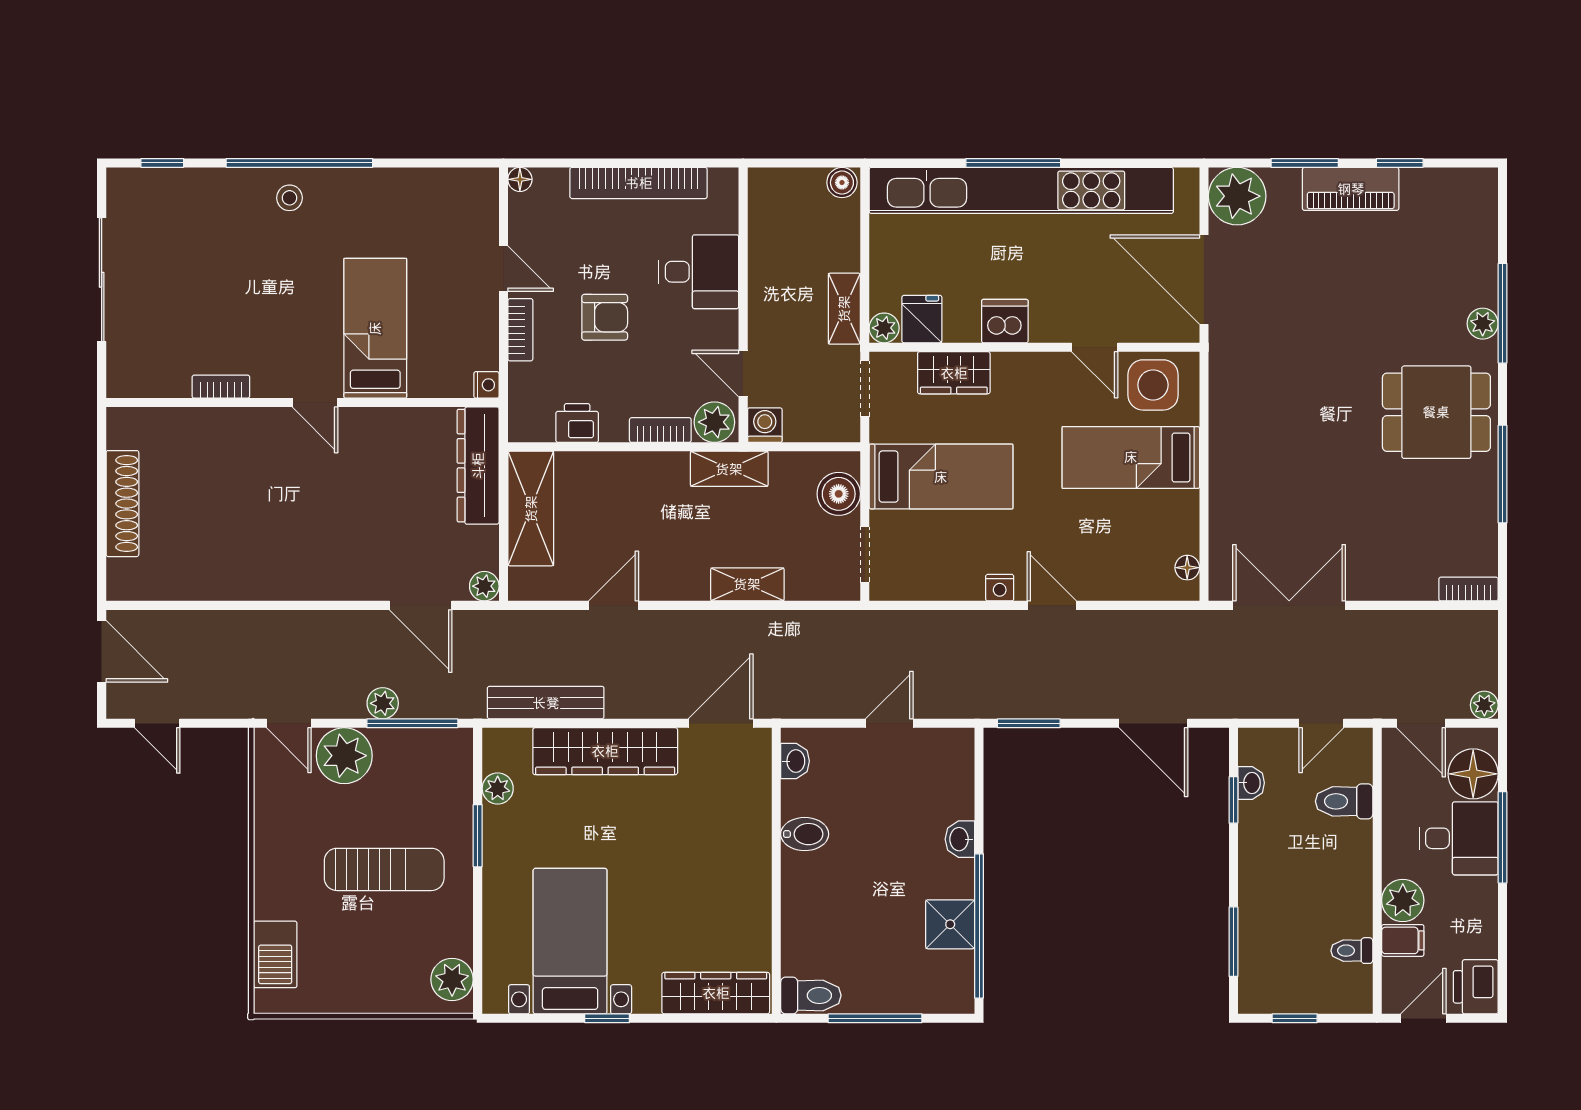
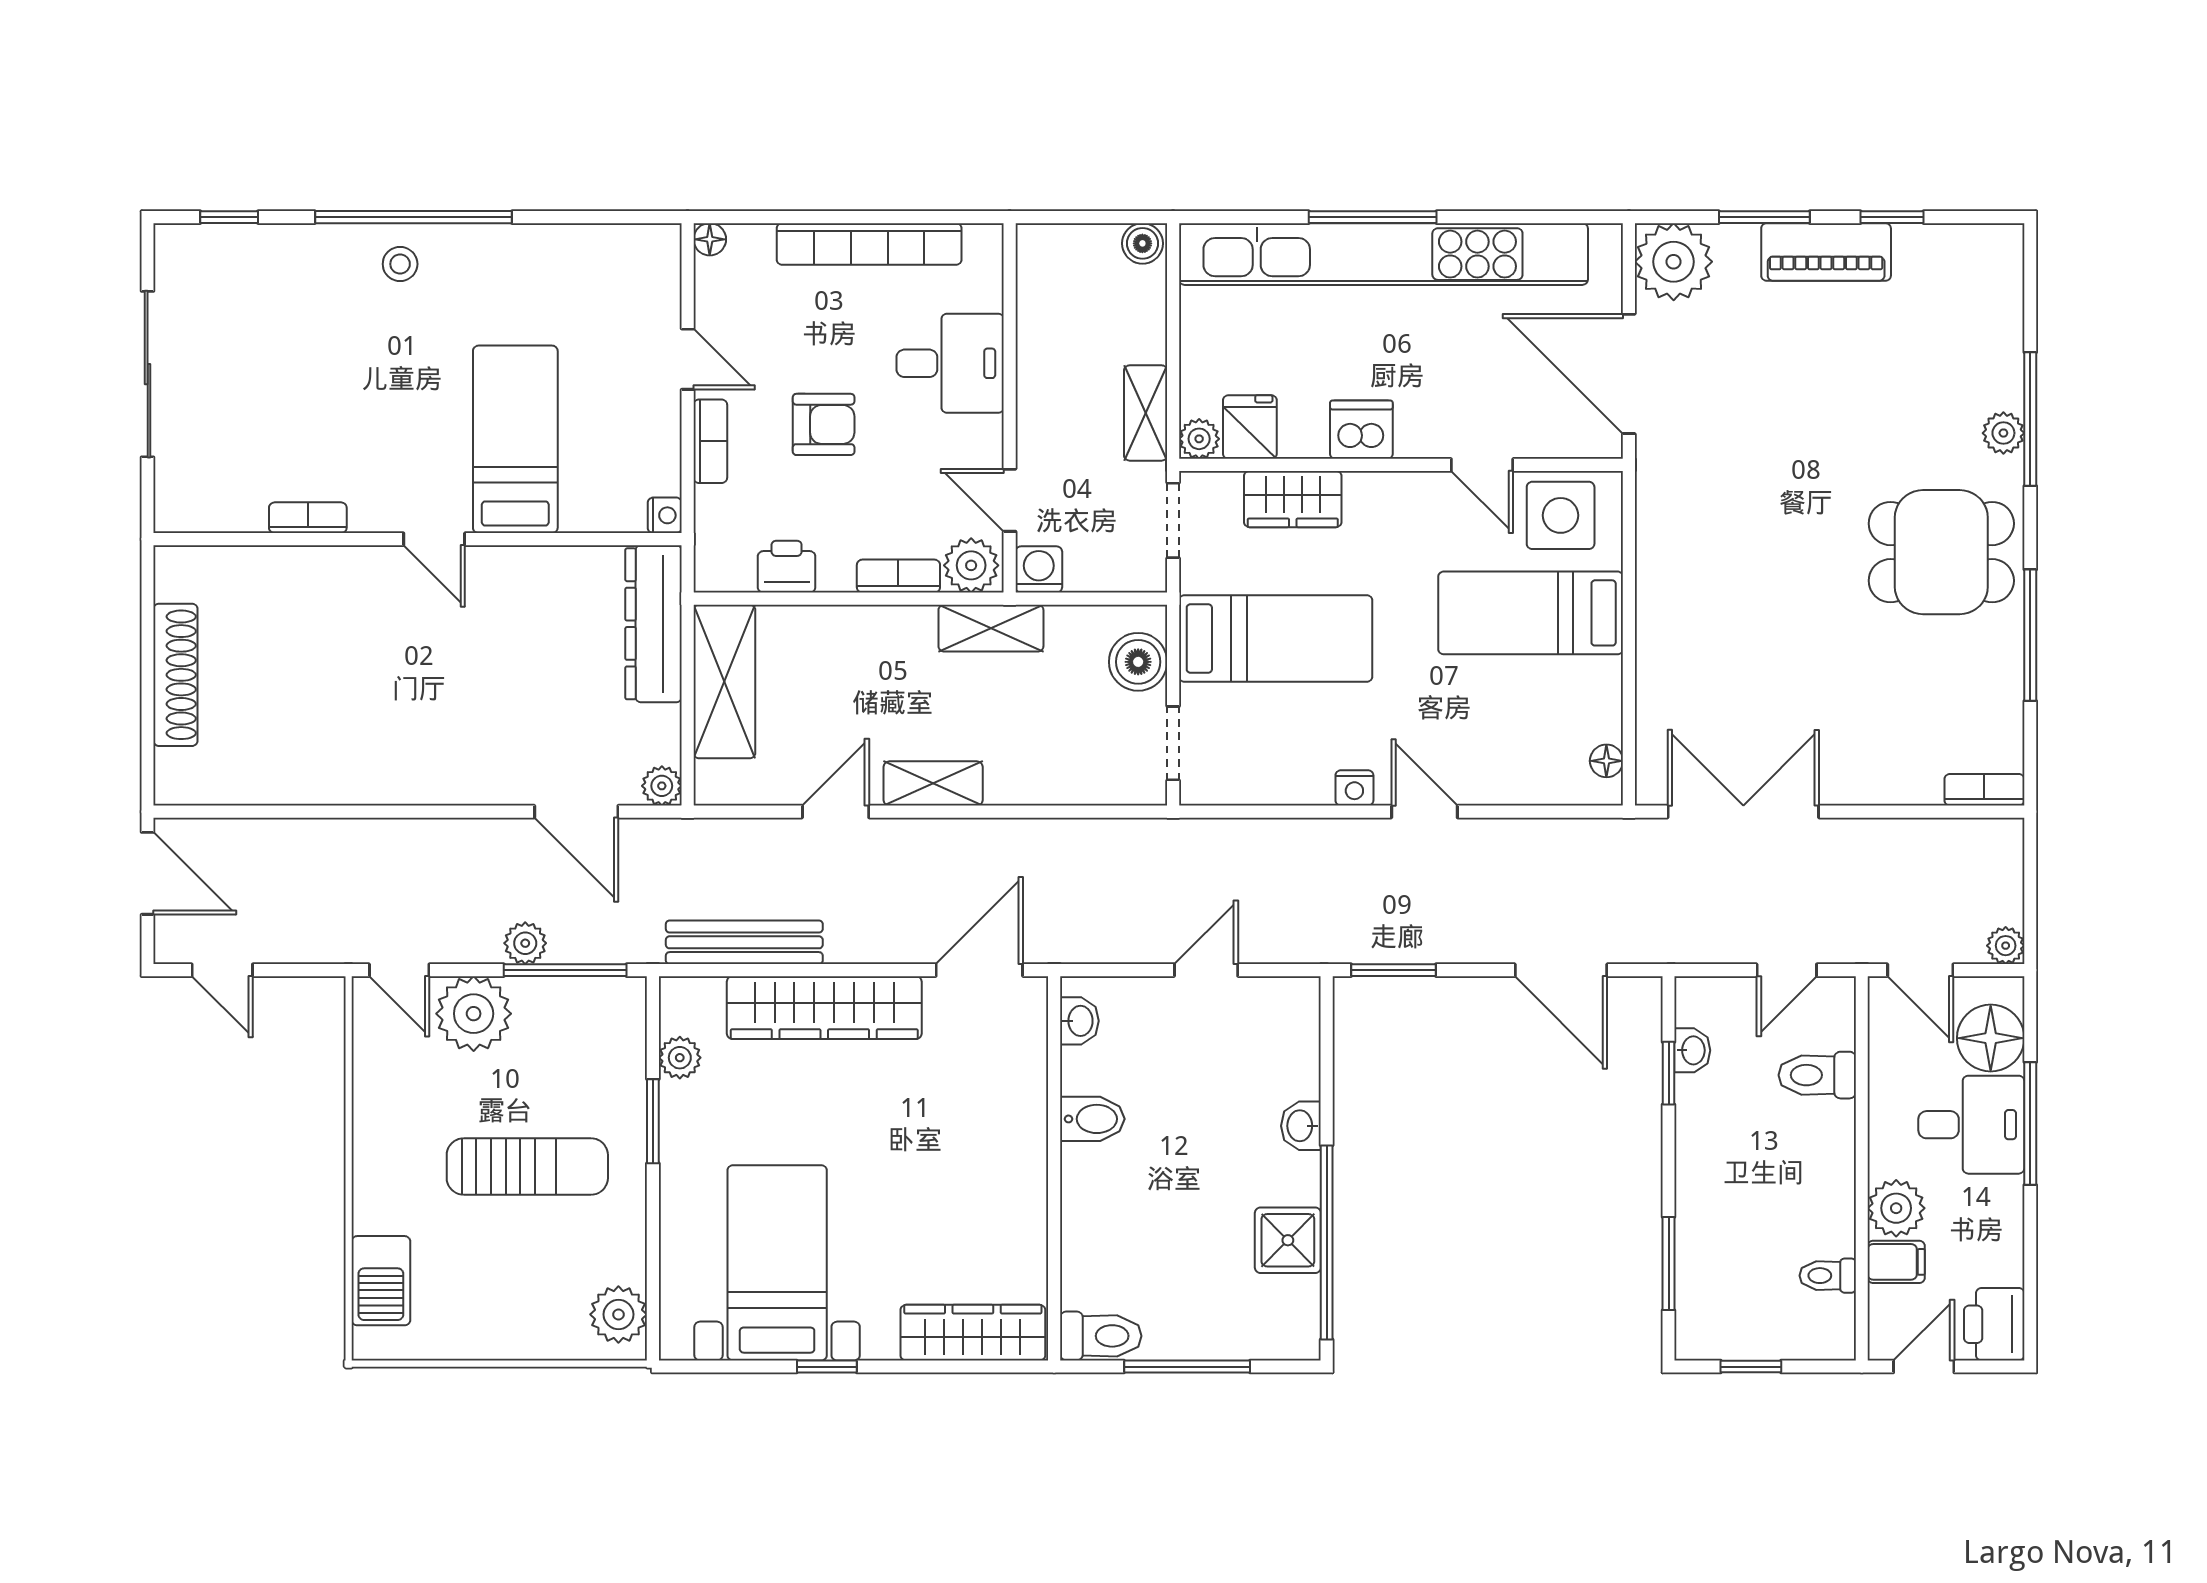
shelving: (747, 584) -> (933, 783), moved

